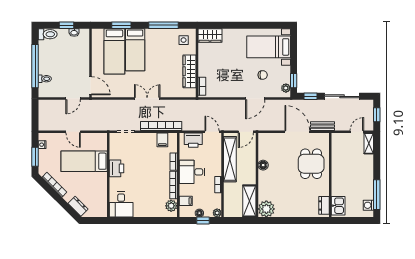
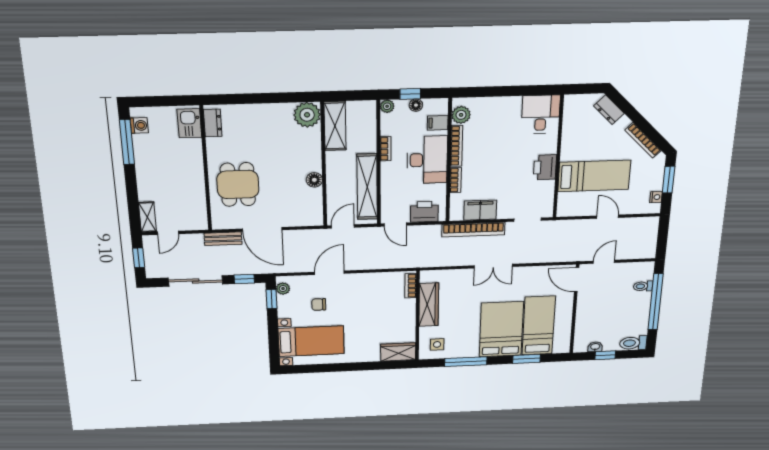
bed: (135, 50) -> (501, 329), width x1.50
filing cabinet: (162, 140) -> (480, 210), width x2.00
desk: (192, 172) -> (427, 160), width x1.37

